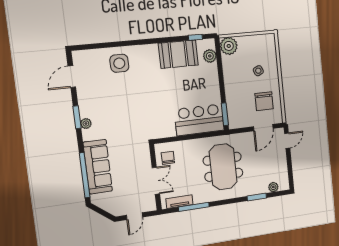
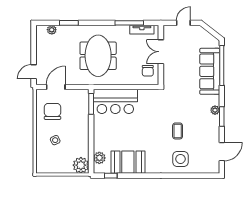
coffee table: (127, 95) -> (178, 131), added

